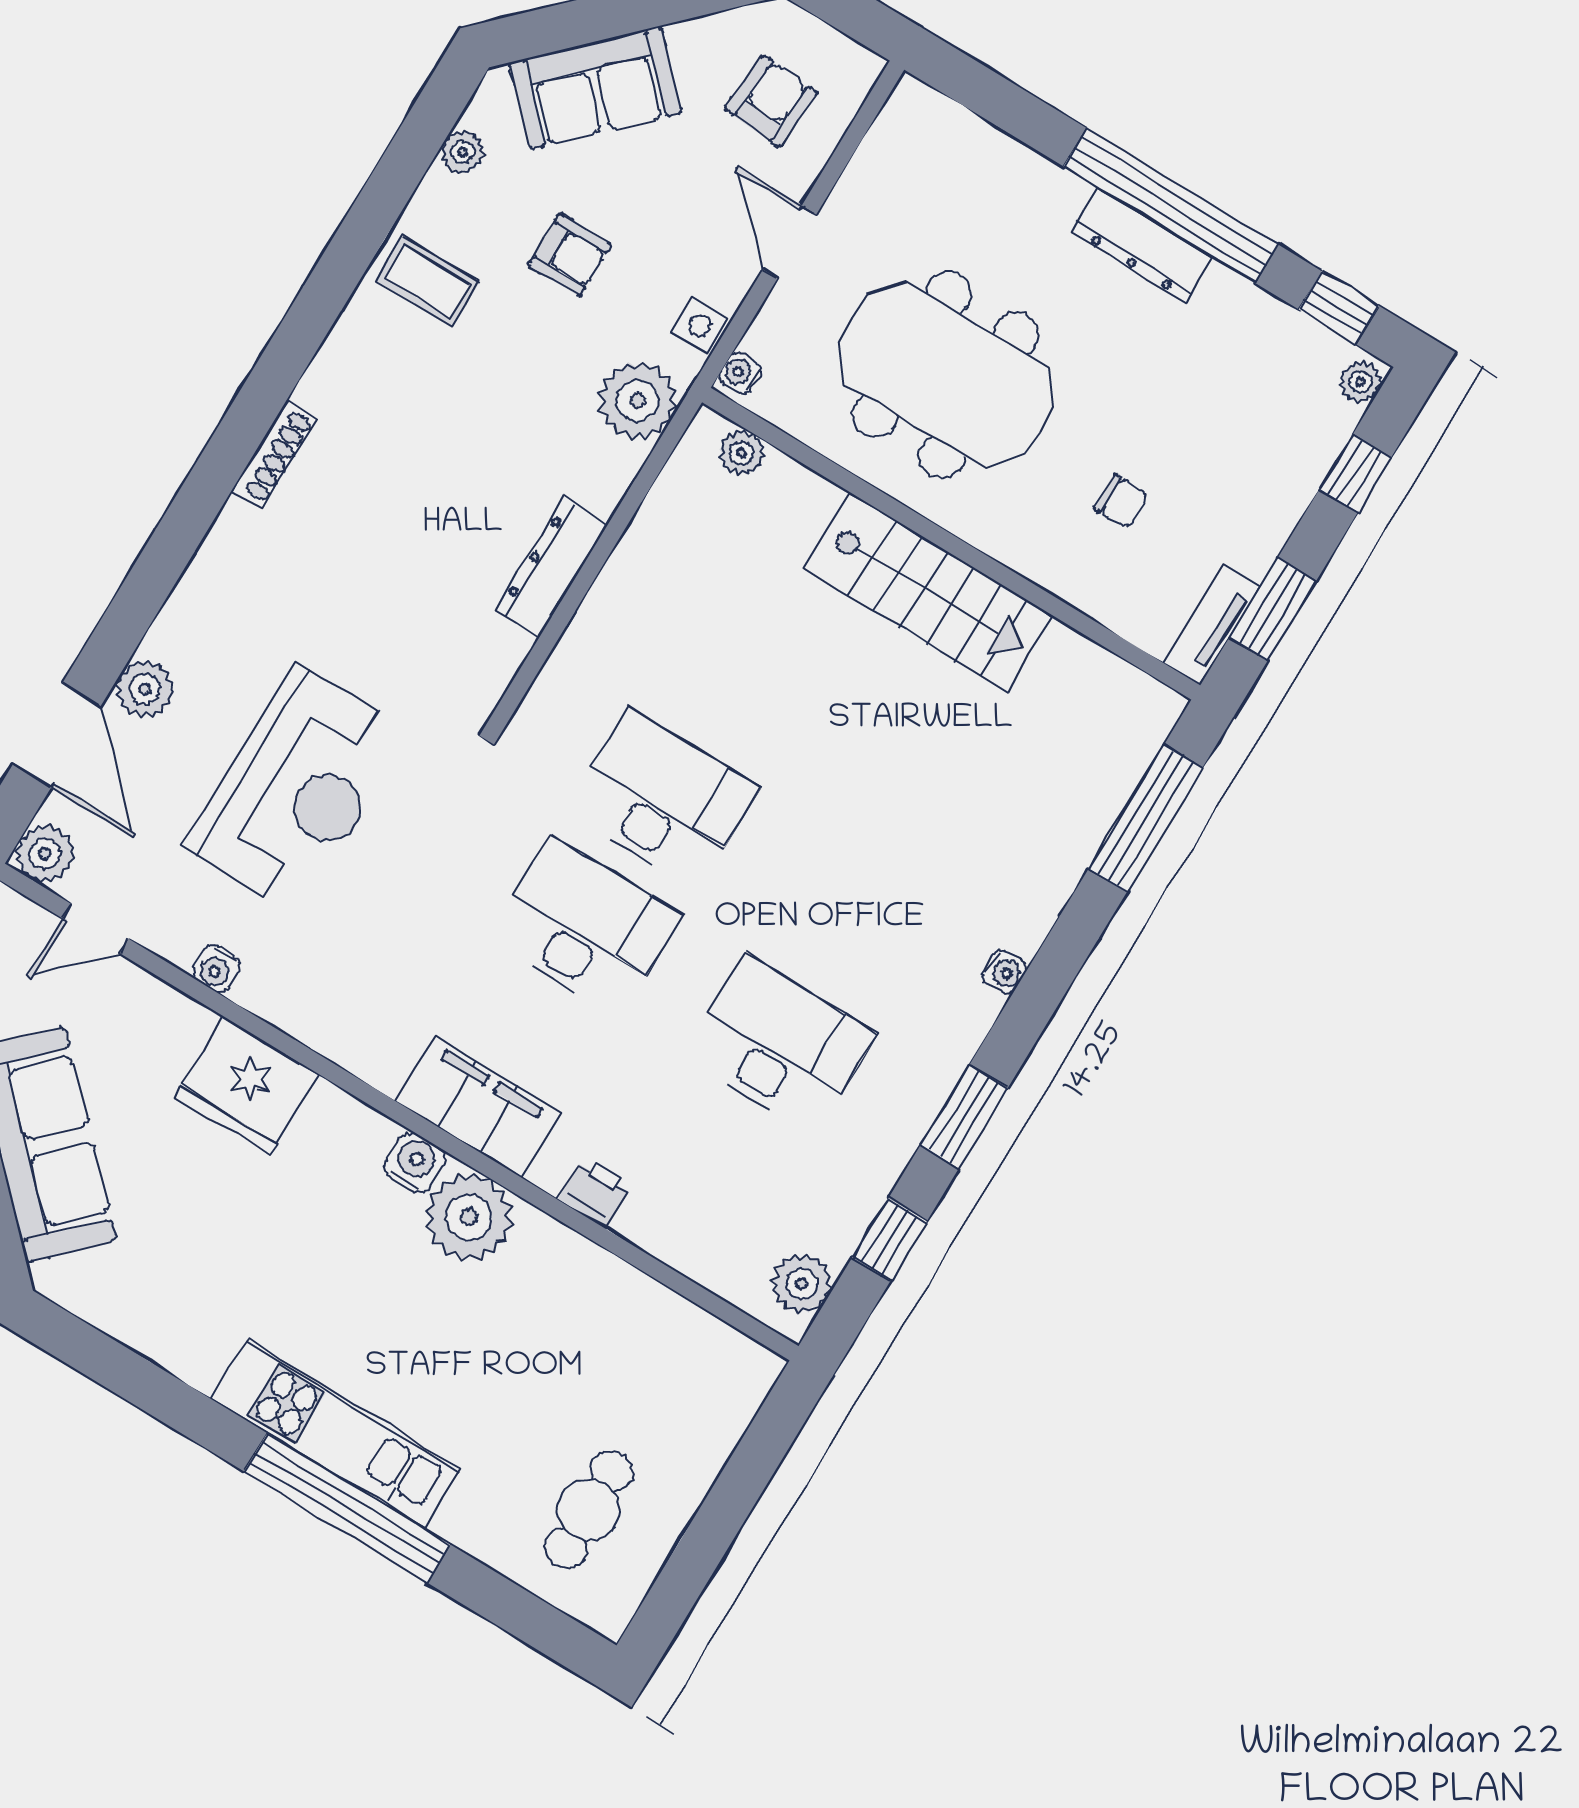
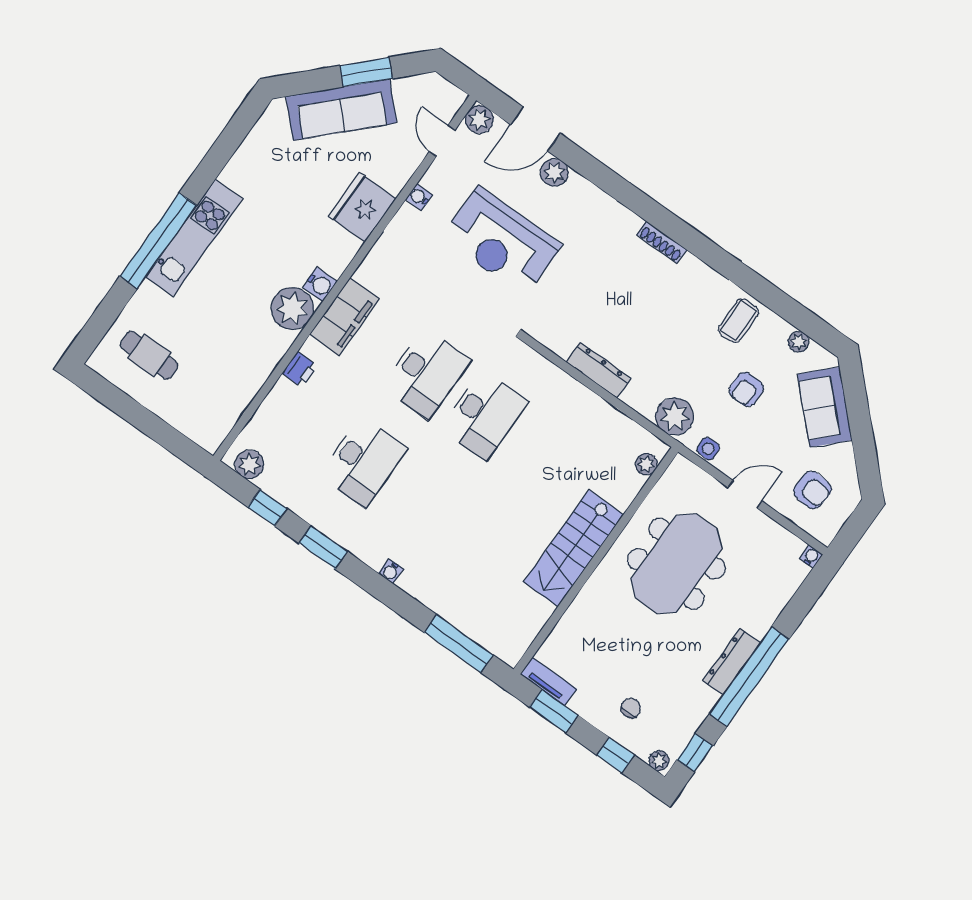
water cooler: (741, 373) -> (811, 557), moved
chair: (1121, 501) -> (631, 708), moved, turned 180

